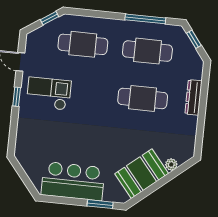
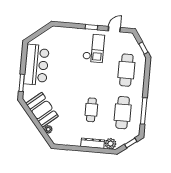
plant: (194, 70) -> (111, 144), added
cafe table: (143, 98) -> (91, 110), width x0.73, depth x0.74

